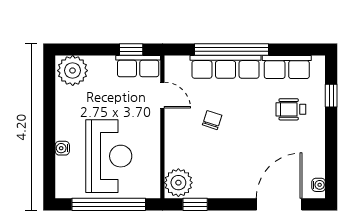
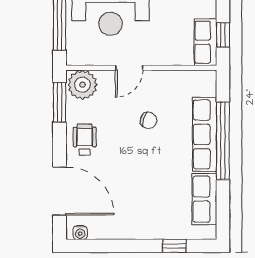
door: (162, 95) -> (129, 68), moved
wheelchair: (291, 109) -> (85, 140), moved
window: (195, 204) -> (60, 102), width x1.50

